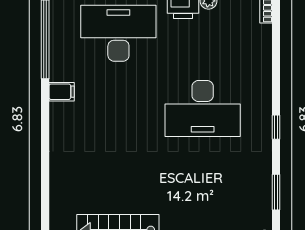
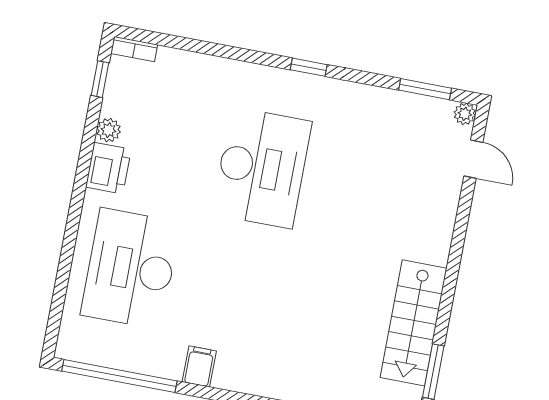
window: (276, 192) -> (425, 89), moved

